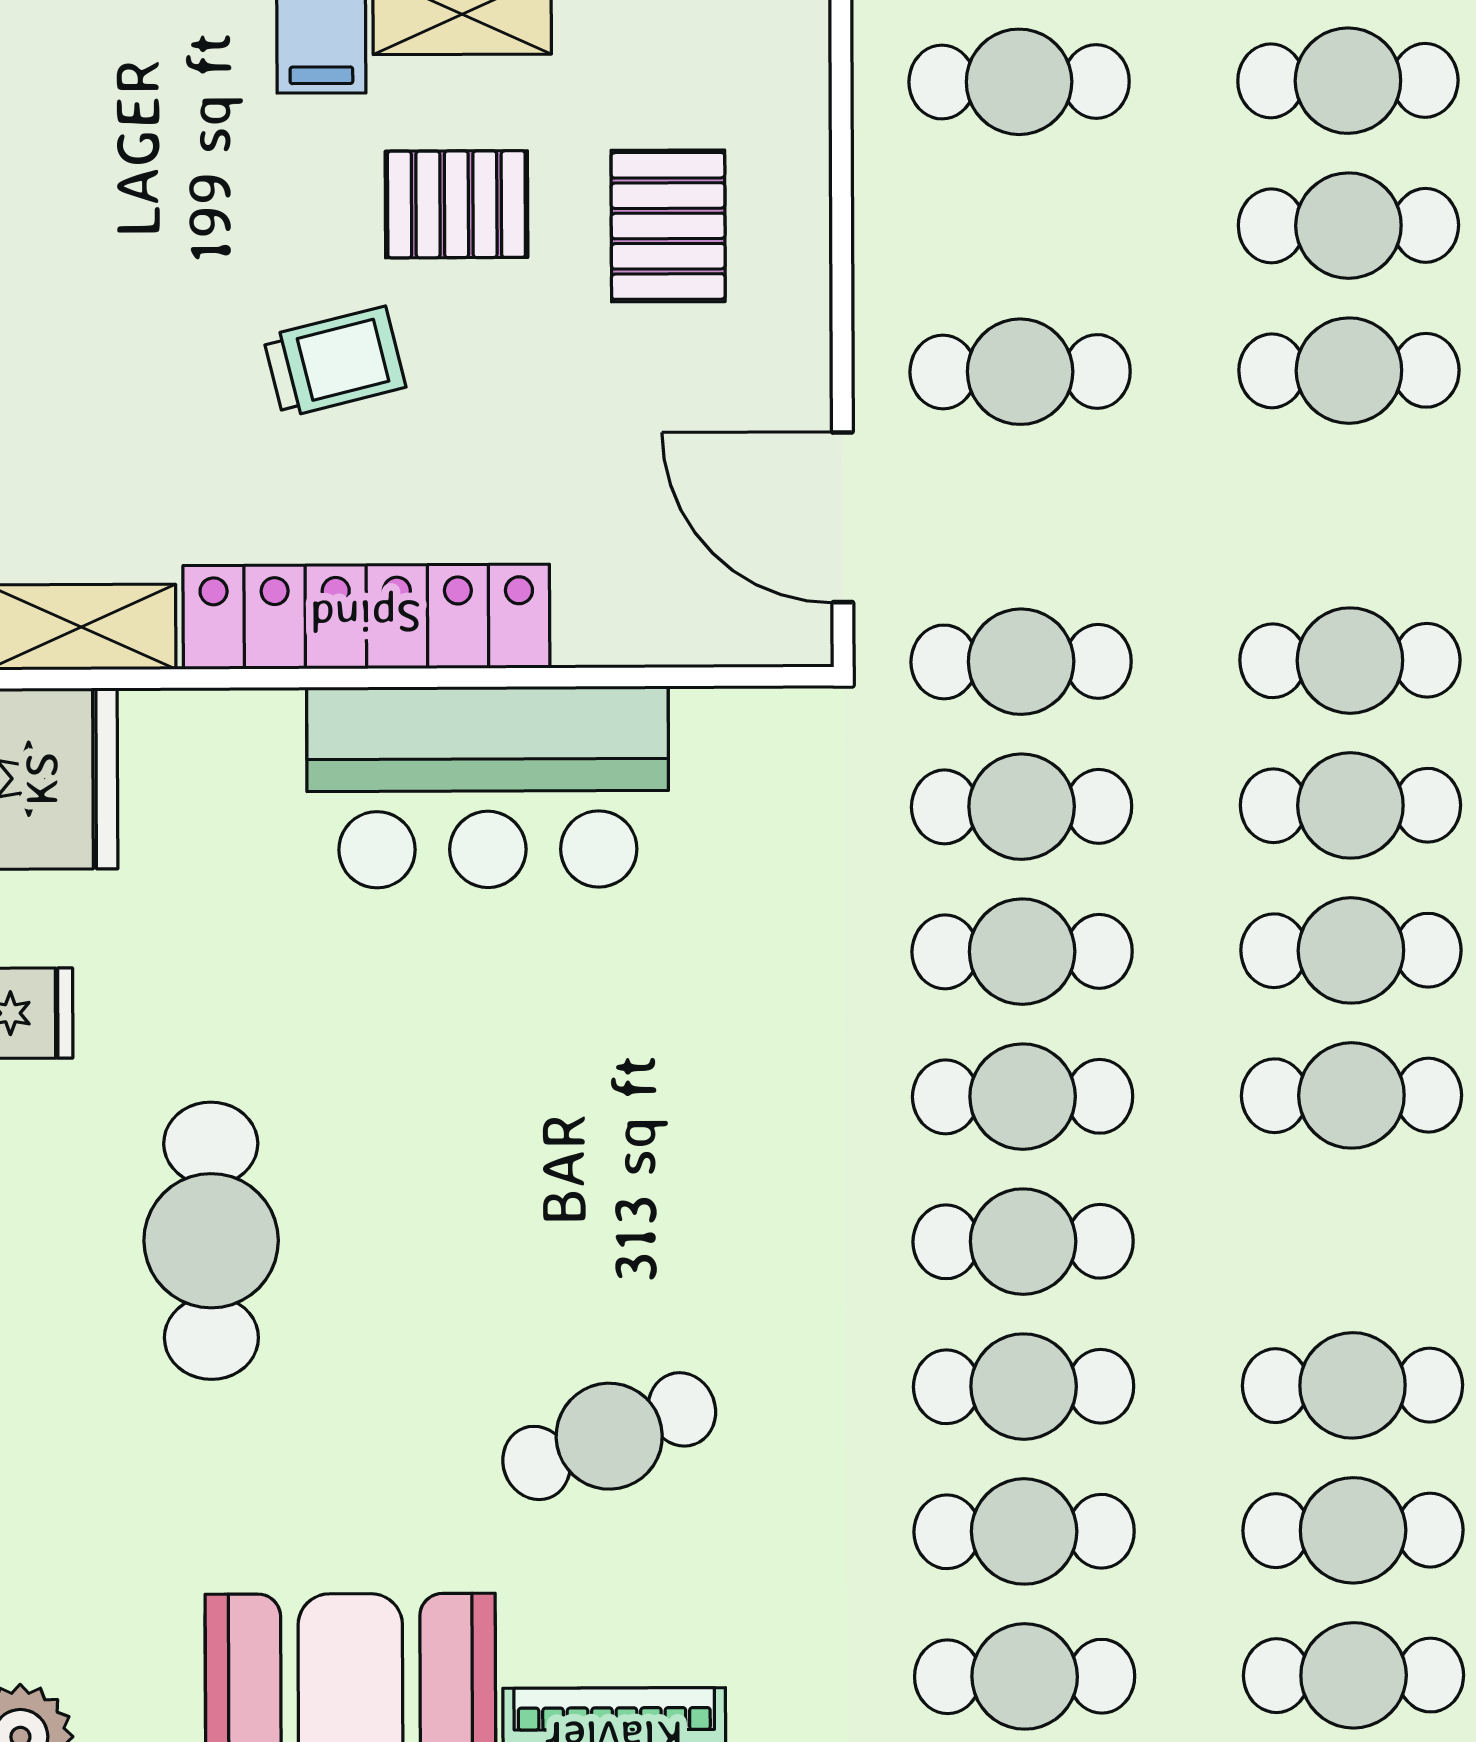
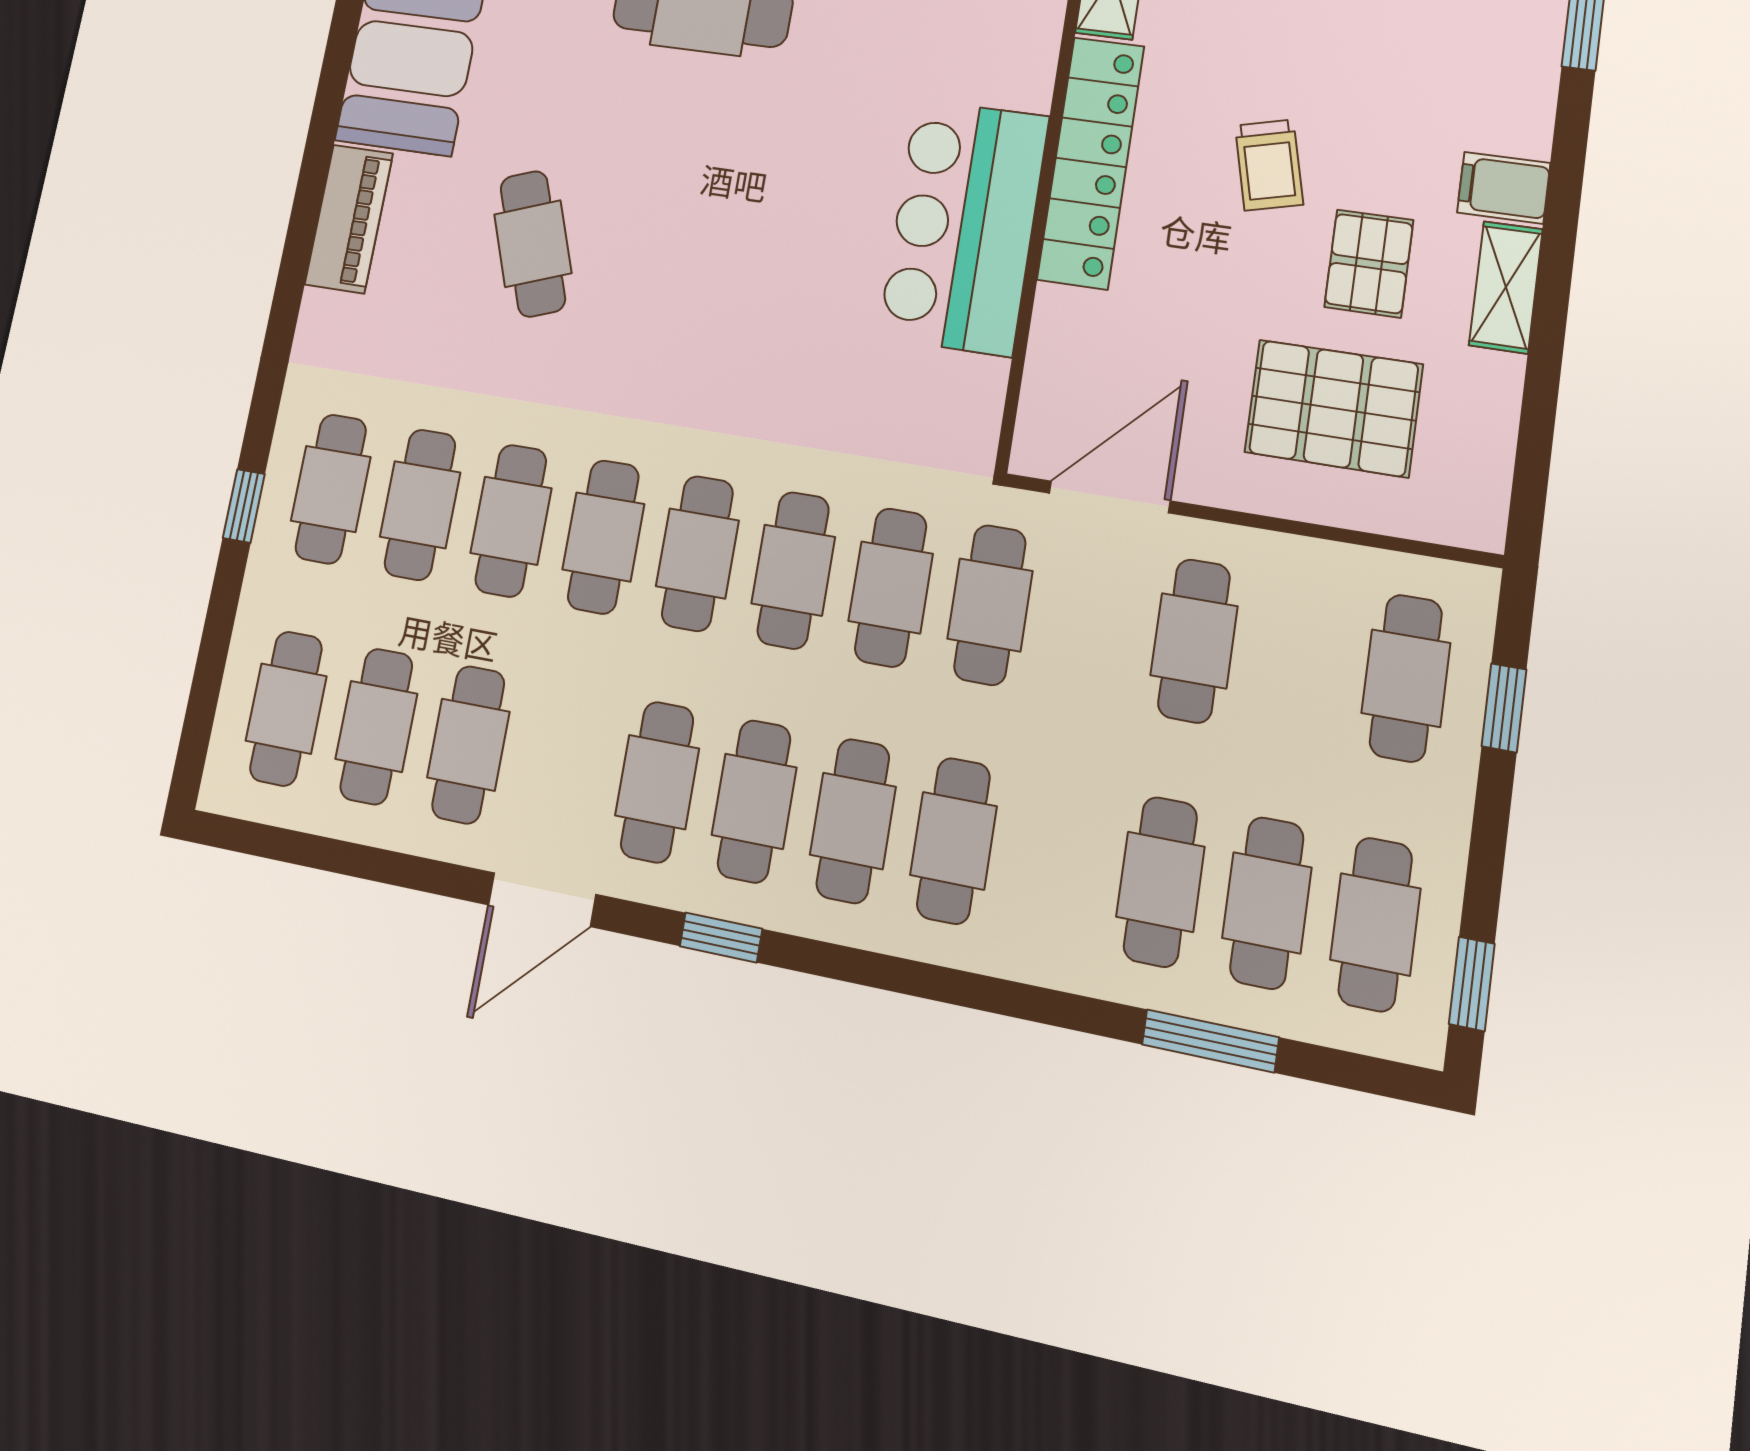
pallet: (668, 226) -> (1334, 408), width x1.50, depth x1.42

